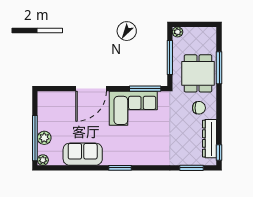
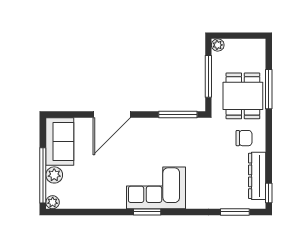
corner sofa: (133, 108) -> (156, 188), moved, turned 180
sofa: (83, 154) -> (60, 142), moved, turned 90

